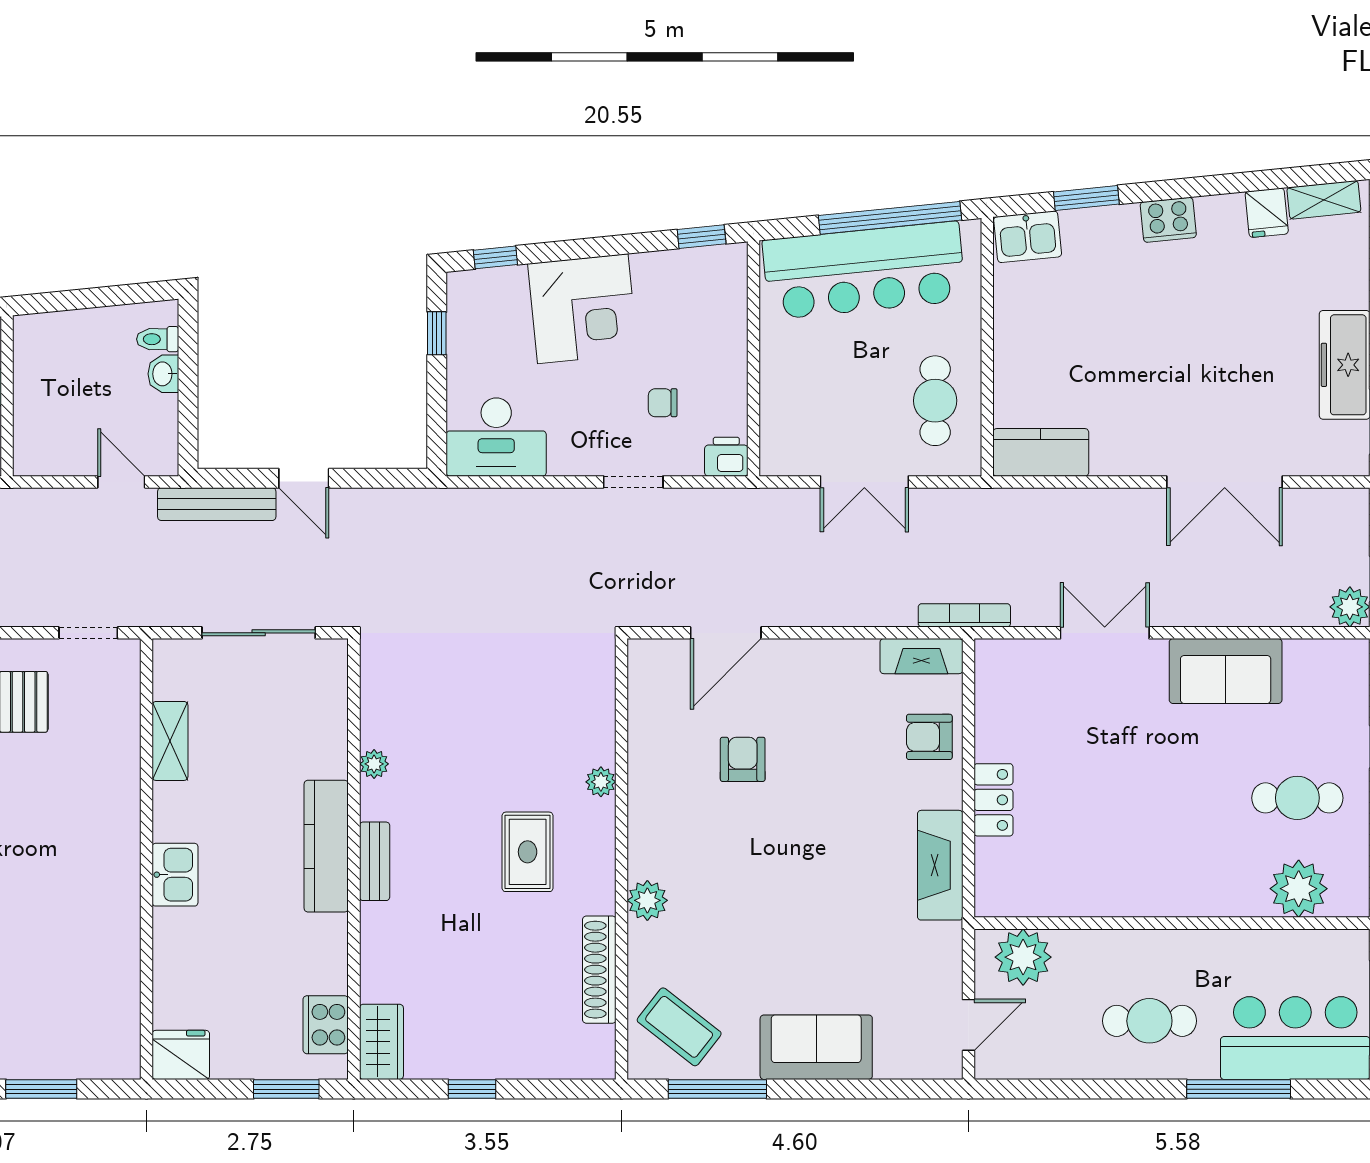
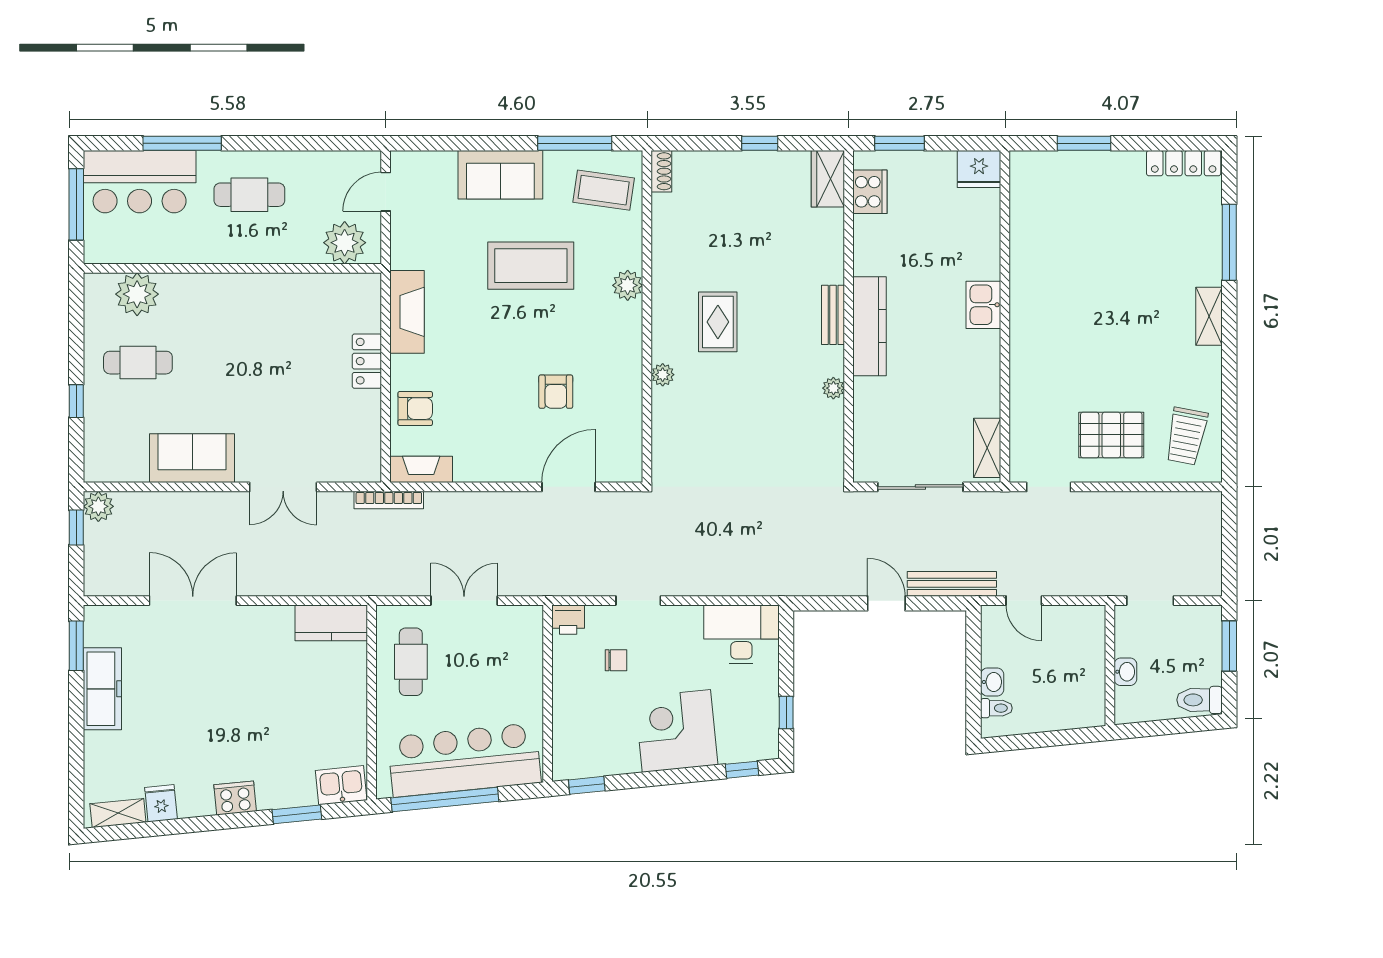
shelving: (170, 741) -> (987, 448), moved
coffee table: (776, 927) -> (531, 266), added
shoe rack: (599, 970) -> (661, 171), moved, width x0.51, depth x0.81
coffee table: (679, 1027) -> (604, 190), turned -30

